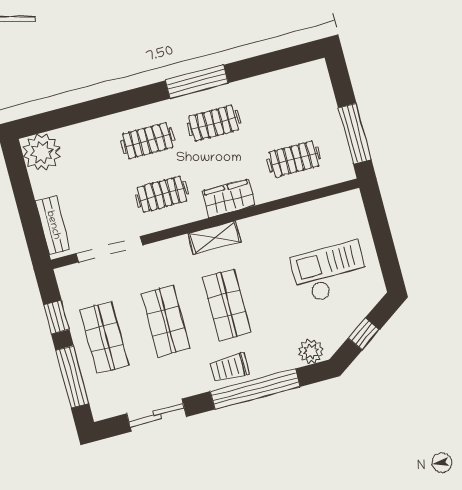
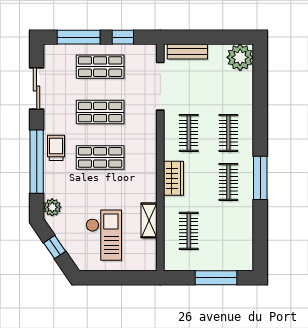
window: (355, 134) -> (216, 278), moved
shelving: (215, 238) -> (149, 220), moved

